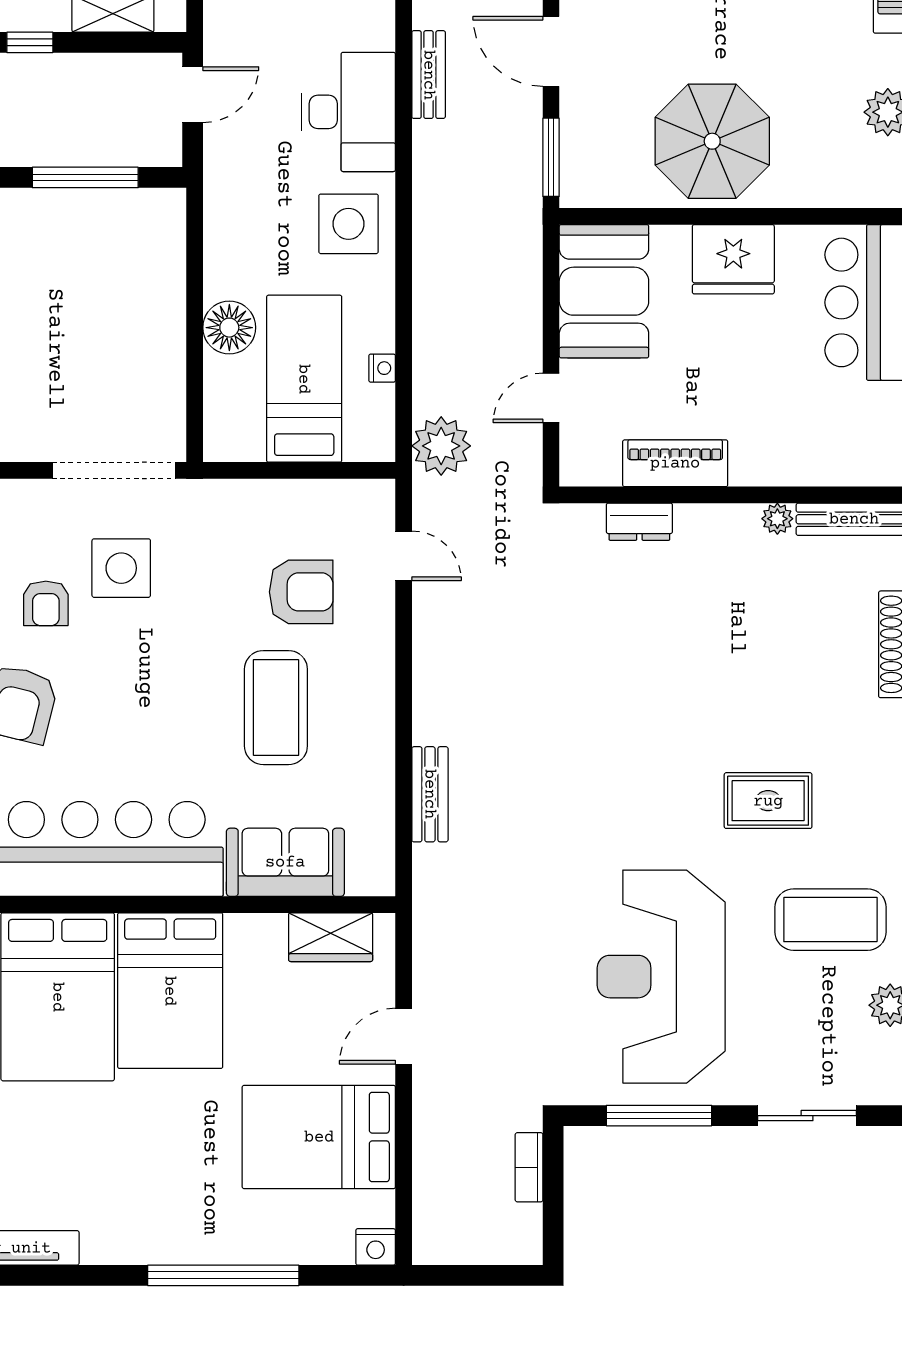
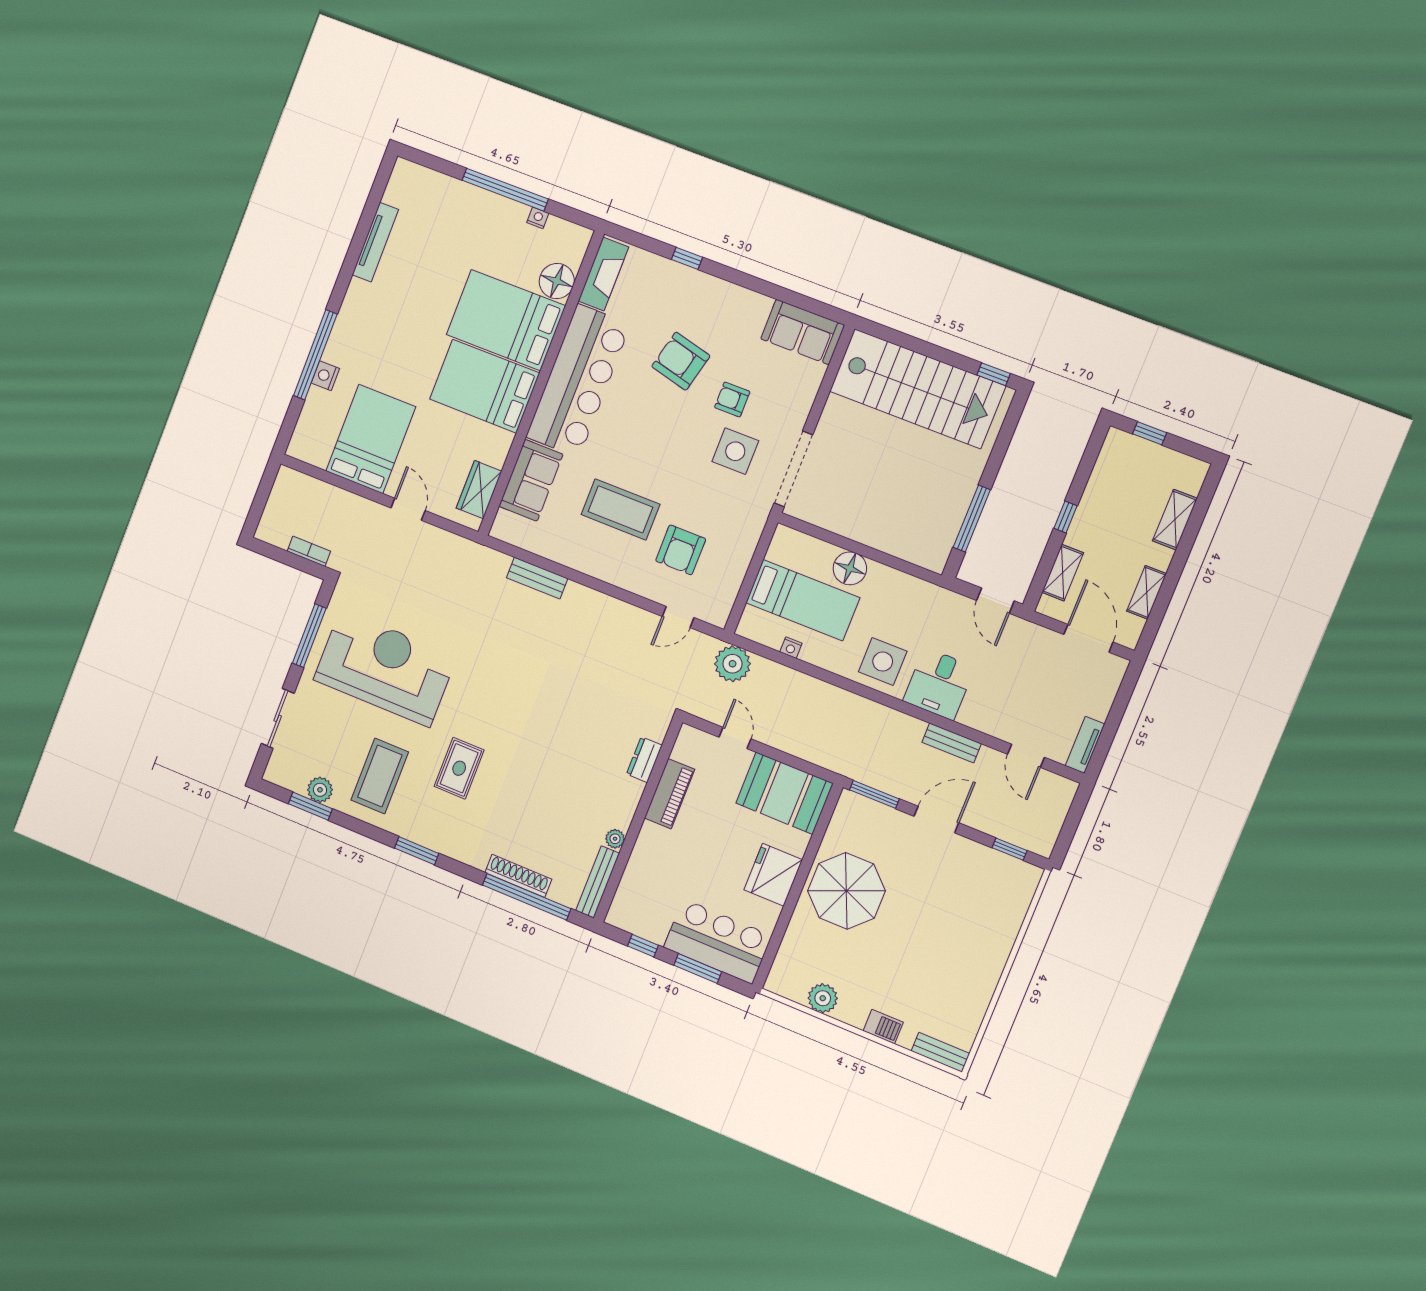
desk: (349, 112) -> (939, 684), width x0.73
nightstand: (376, 1247) -> (325, 376), moved

